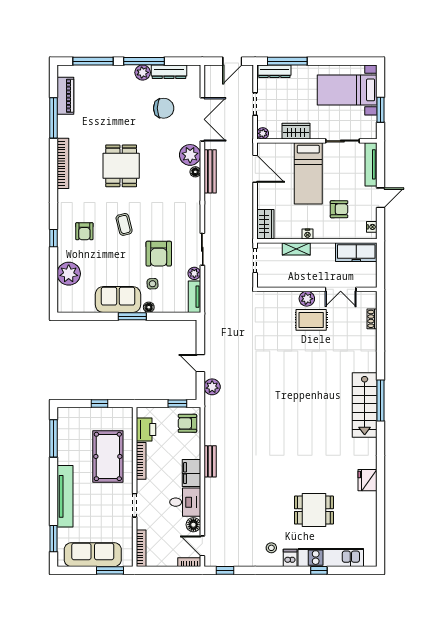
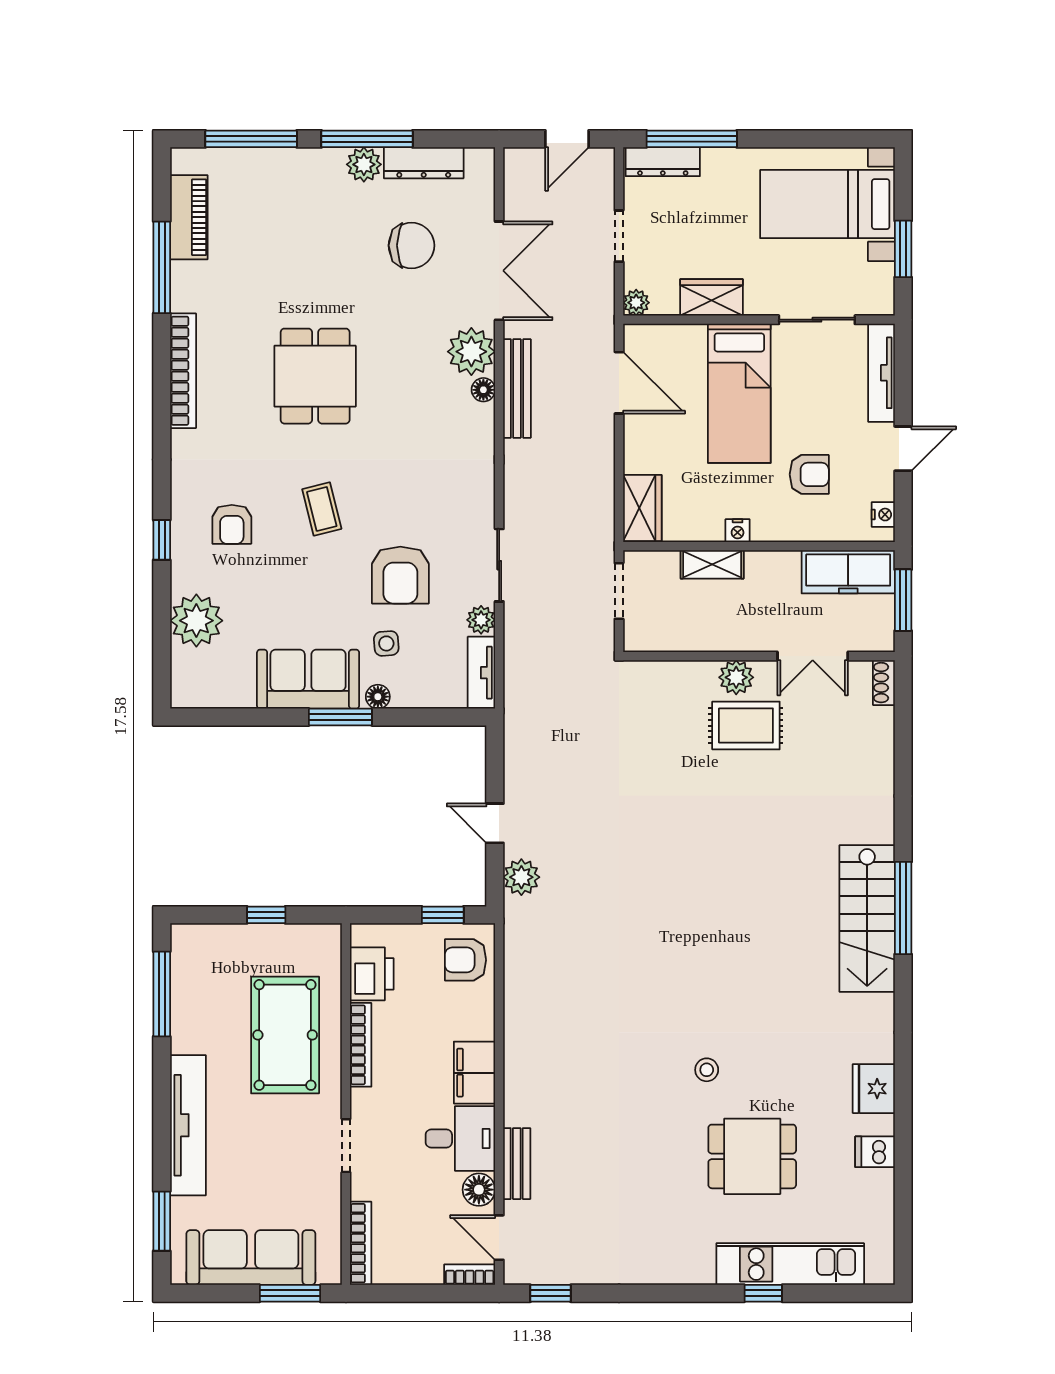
window: (381, 265) -> (903, 600), added
shoe rack: (372, 319) -> (884, 683), moved
bench: (210, 461) -> (517, 1164), moved
stool: (271, 548) -> (707, 1070), moved
dishwasher: (290, 558) -> (875, 1152), moved, turned -90

